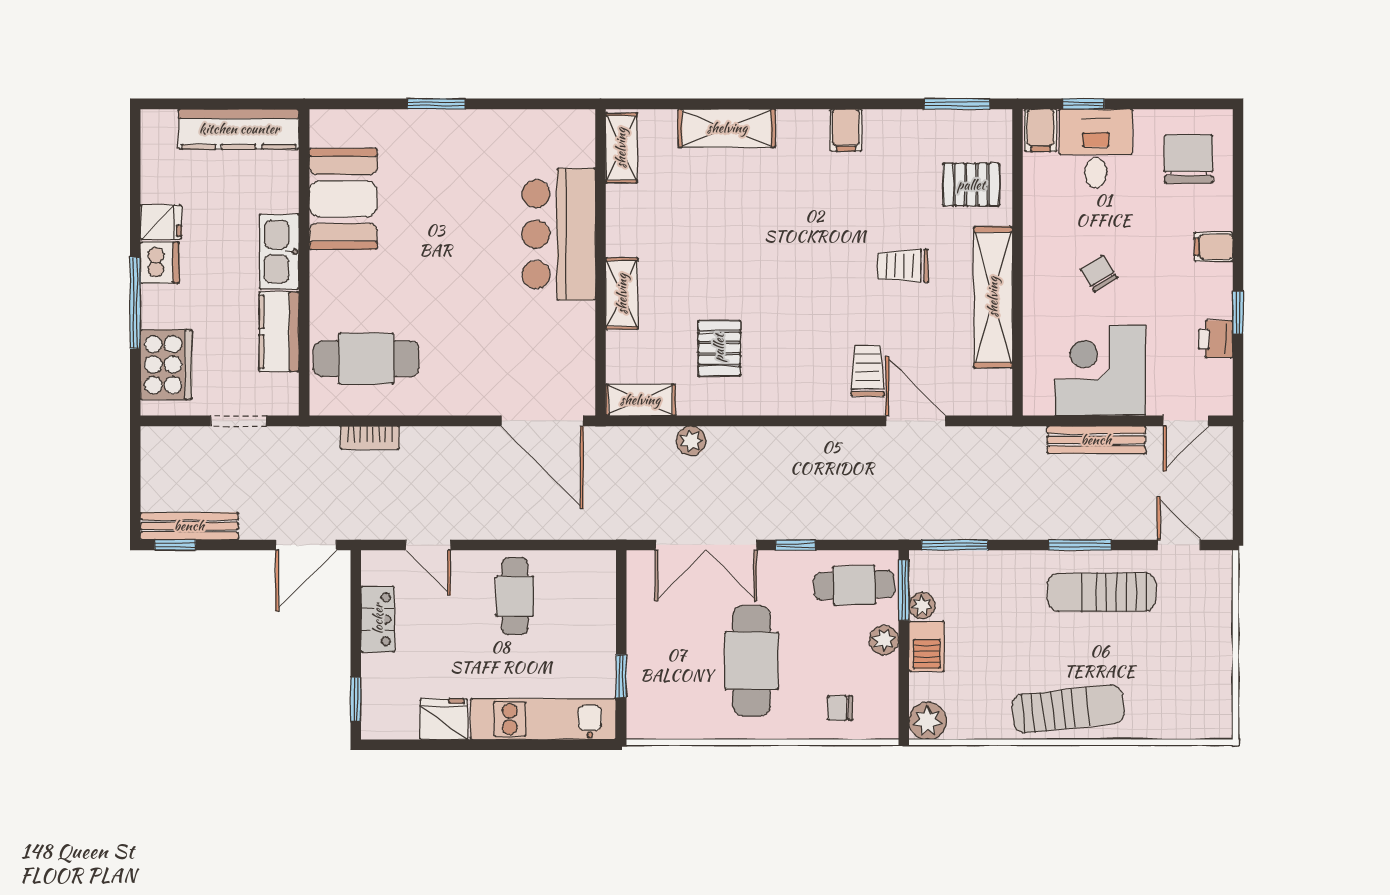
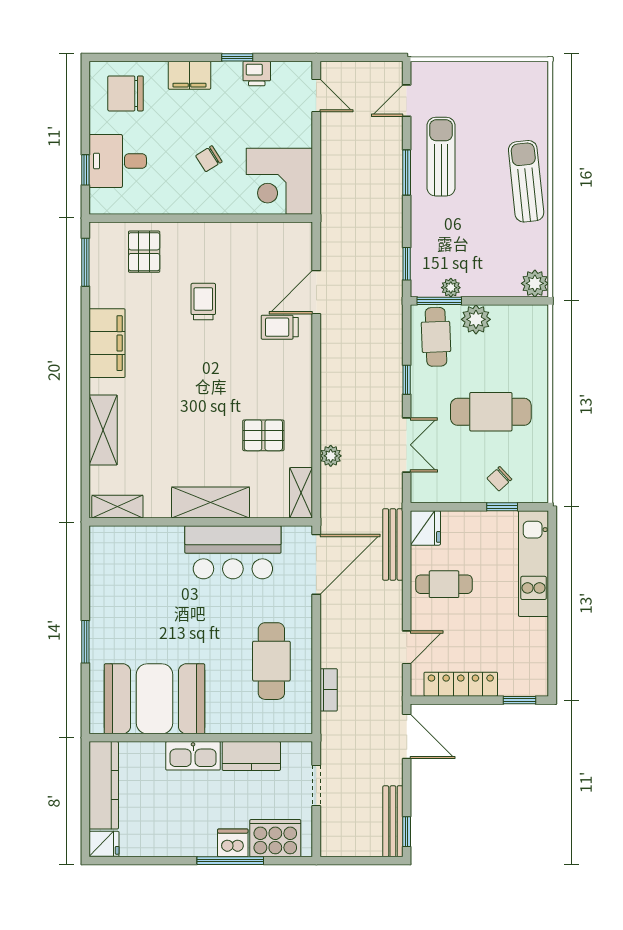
filing cabinet: (846, 130) -> (107, 343), width x3.00, depth x1.17
filing cabinet: (1041, 130) -> (105, 201), removed
booth: (343, 199) -> (154, 699), width x1.36, depth x1.42
fridge: (161, 222) -> (104, 844), moved, turned 90
bar counter: (559, 234) -> (233, 552), moved
filing cabinet: (1213, 247) -> (189, 75), width x2.00
dishwasher: (160, 263) -> (233, 843), moved
trolley: (903, 266) -> (203, 302), turned 180
shelving: (622, 294) -> (211, 502), width x1.50, depth x1.33
shelving: (993, 297) -> (226, 236), removed
cafe table: (366, 359) -> (271, 661), moved
corner desk: (1100, 370) -> (279, 181), moved
bench: (1096, 440) -> (393, 544), moved
double door: (706, 545) -> (407, 445), width x0.73
window: (955, 545) -> (407, 264), width x0.67
sun lounger: (1102, 592) -> (441, 157), turned 180
locker: (378, 619) -> (461, 684), width x1.53
plant: (884, 640) -> (476, 319), width x1.38, depth x1.38
barbecue: (927, 646) -> (481, 284), removed
chair: (840, 708) -> (499, 479), moved, turned 47
fridge: (444, 719) -> (425, 528), moved, turned 180

